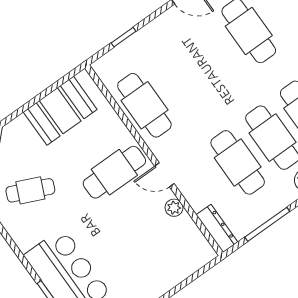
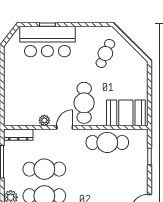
booth: (60, 111) -> (126, 113), moved, turned 90

